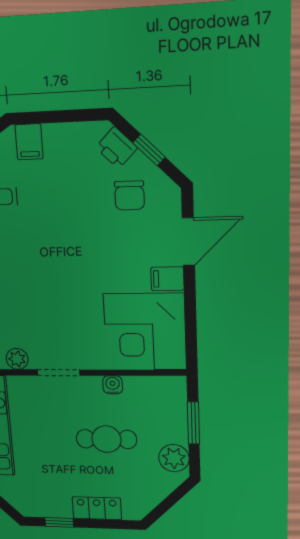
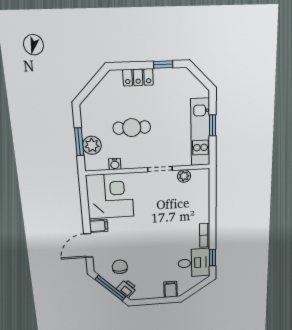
window: (149, 150) -> (110, 288), width x2.17
water cooler: (113, 385) -> (115, 164), moved
plant: (174, 458) -> (92, 145), moved

